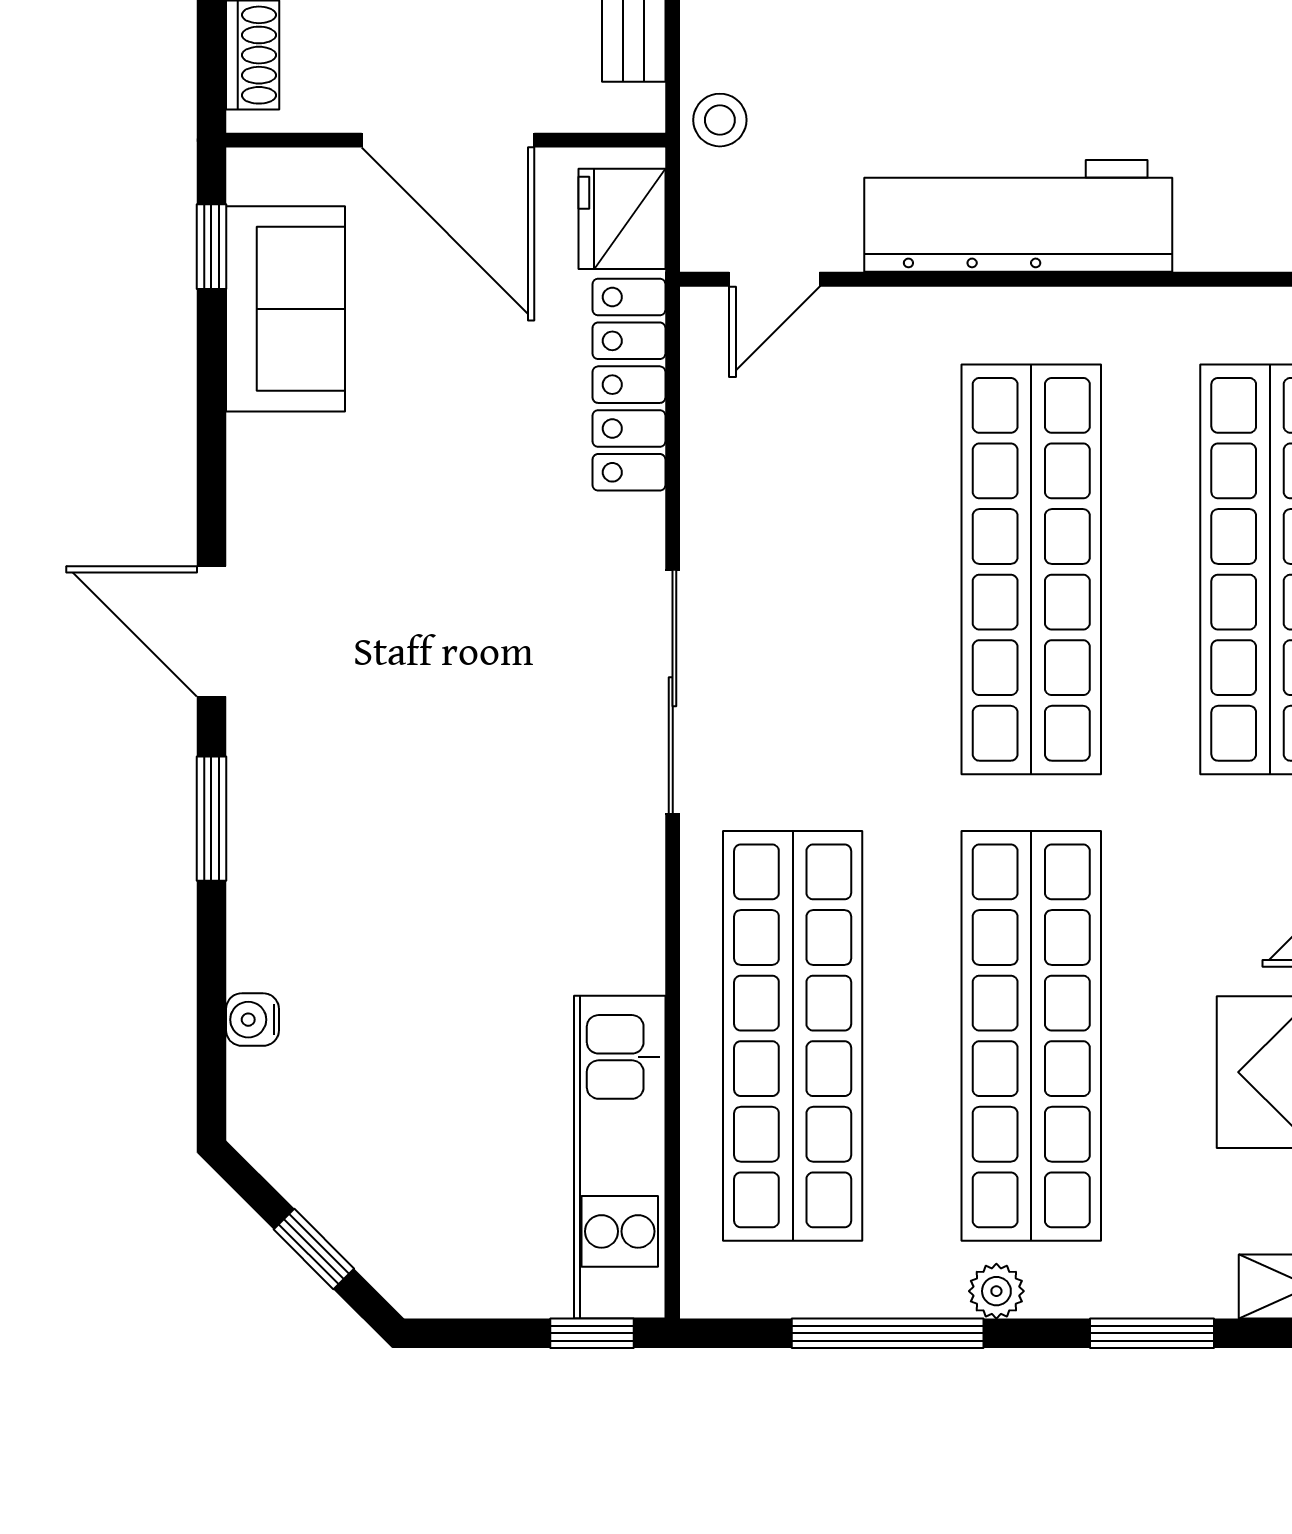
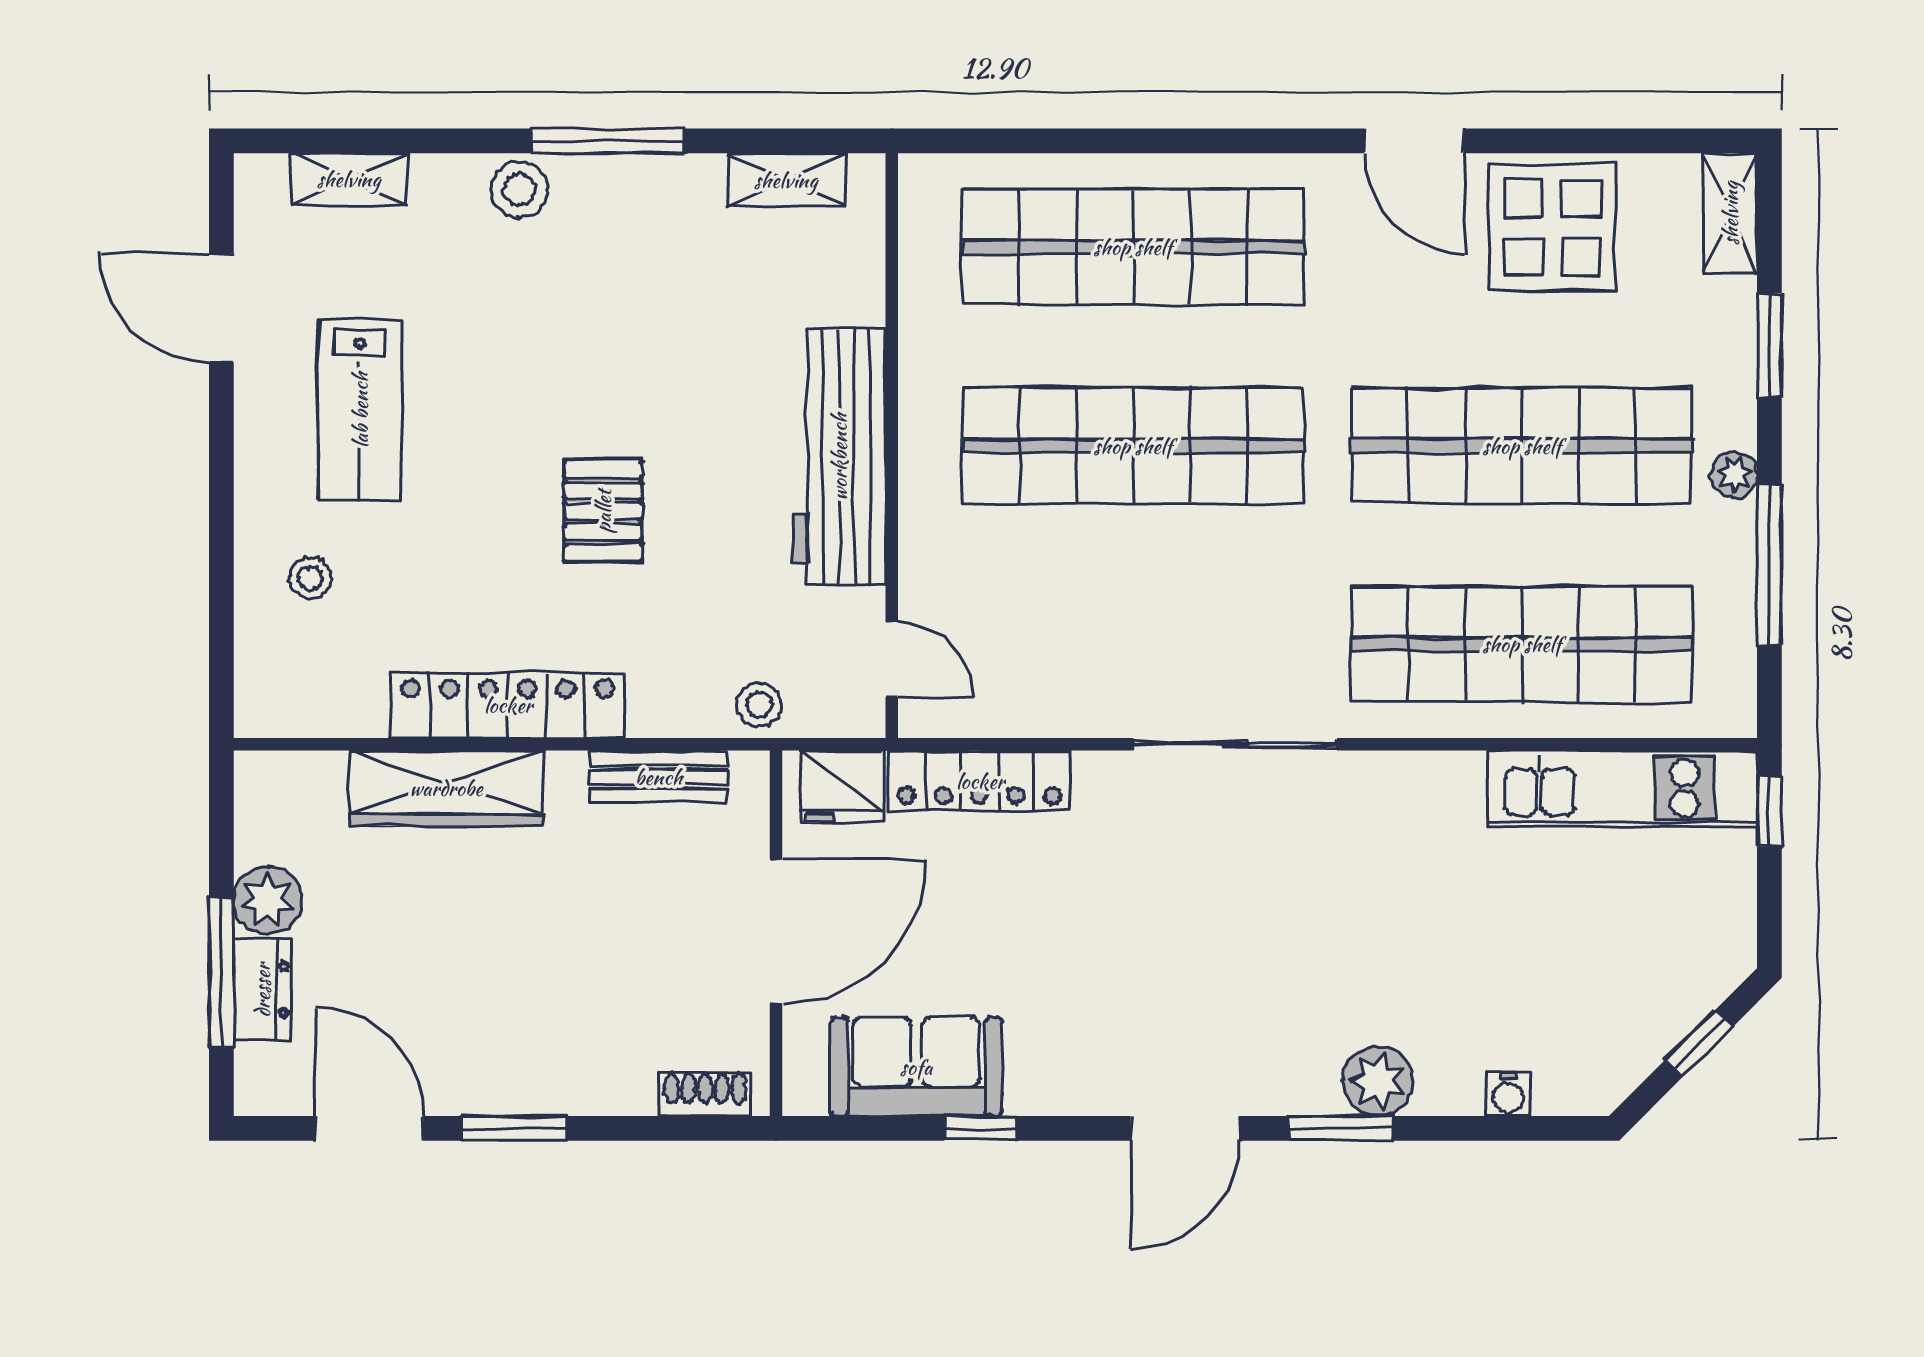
window: (211, 247) -> (980, 1128), moved
plant: (268, 863) -> (1378, 1081), added

